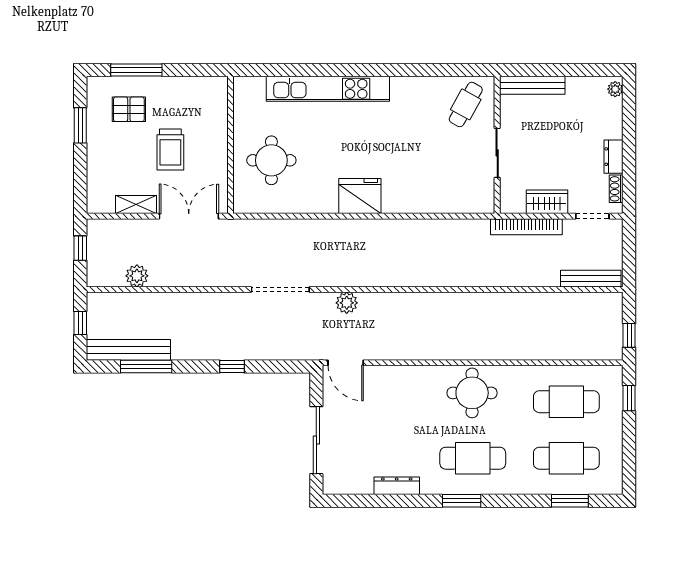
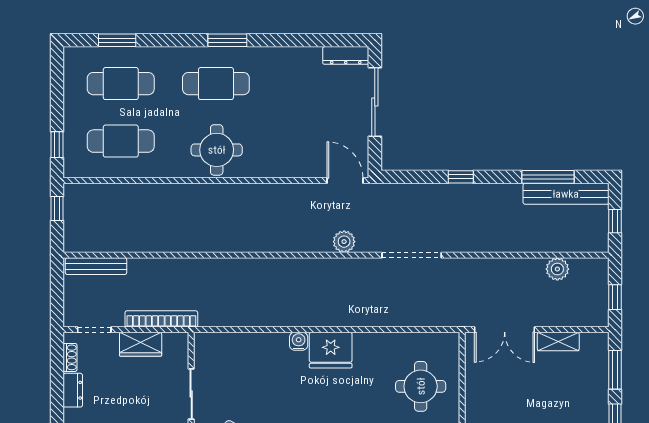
trolley: (170, 149) -> (523, 397), removed
window: (80, 177) -> (615, 370), added
water cooler: (391, 205) -> (299, 341), added
dresser: (397, 486) -> (346, 55), moved

